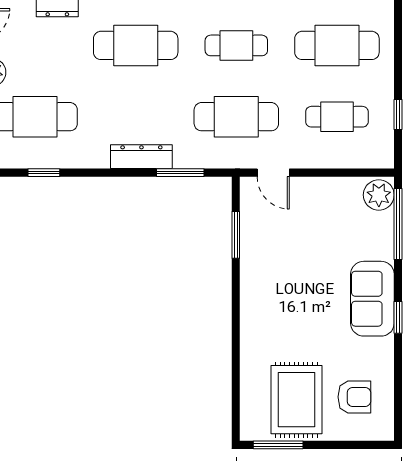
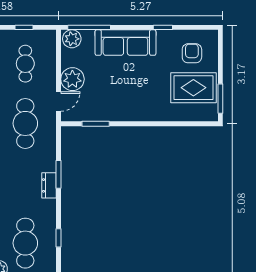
dresser: (141, 157) -> (49, 185), width x0.70
window: (180, 173) -> (59, 174), moved
plant: (311, 196) -> (72, 79), added
sofa: (372, 299) -> (125, 43), width x1.36
window: (398, 317) -> (163, 27), moved

